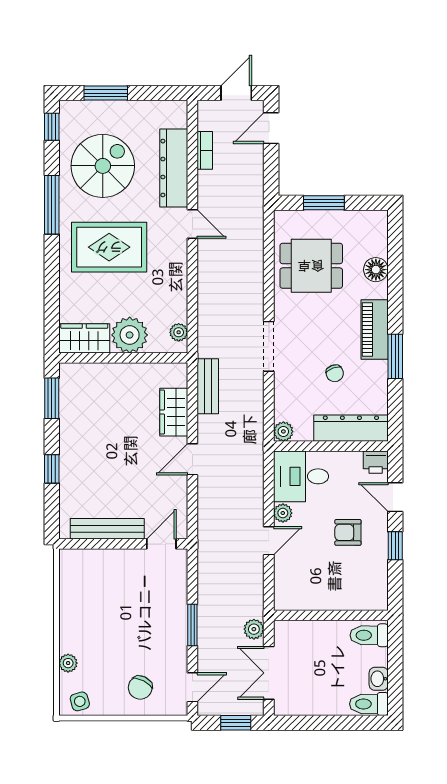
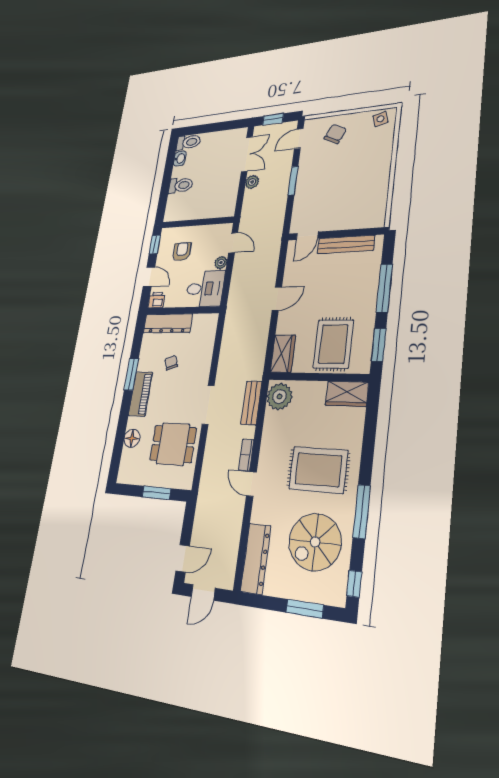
bookcase: (205, 150) -> (246, 455), moved
dresser: (174, 168) -> (256, 559), moved
plant: (179, 332) -> (279, 397), width x1.88, depth x1.88
plant: (130, 335) -> (311, 395), removed
doorway: (269, 346) -> (208, 405), moved
bench: (208, 386) -> (251, 403), moved
rug: (109, 399) -> (333, 344), added
wardrobe: (174, 412) -> (283, 354), moved
plant: (283, 431) -> (211, 320), removed
window: (52, 469) -> (384, 288), width x2.17
armchair: (348, 532) -> (182, 252), turned -90
door: (269, 541) -> (233, 243), swing flipped
wall: (331, 615) -> (197, 222), moved
plant: (68, 663) -> (386, 145), removed

